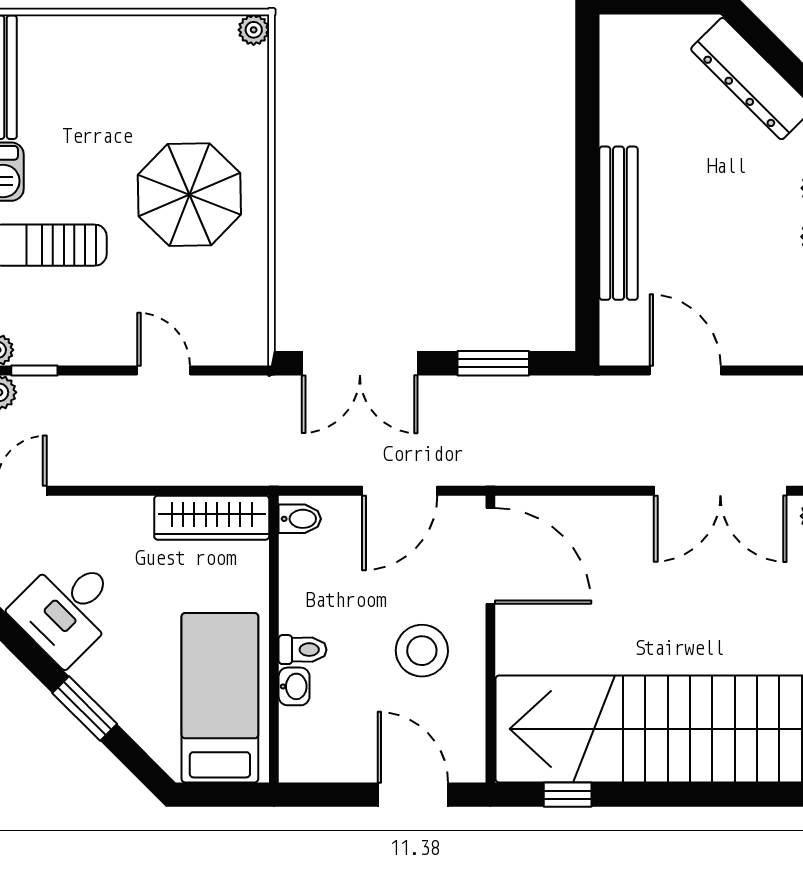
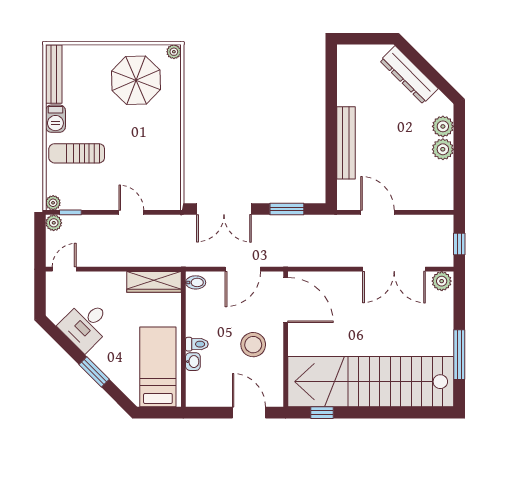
parasol: (189, 195) -> (136, 80), moved

